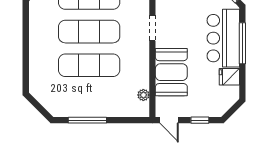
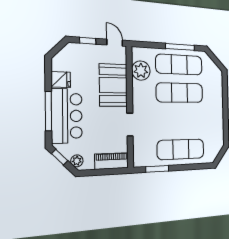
exercise mat: (89, 32) -> (179, 65), moved
plant: (143, 95) -> (141, 71), width x1.88, depth x1.88

